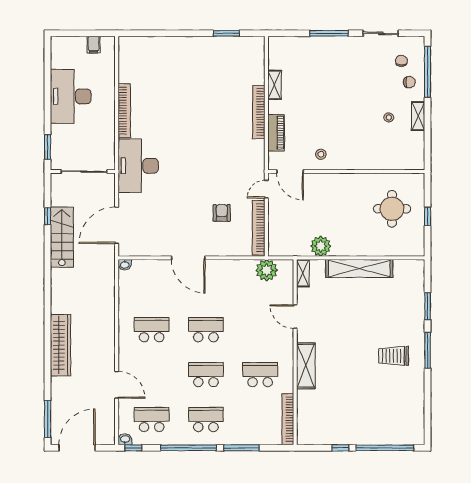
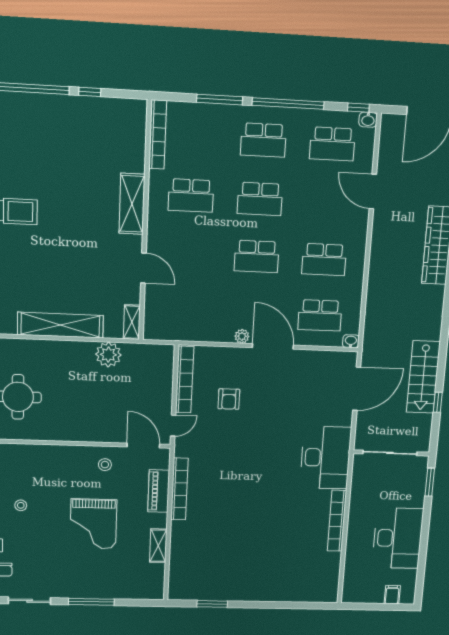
filing cabinet: (94, 45) -> (392, 595), moved
grand piano: (329, 103) -> (93, 524), added
bookcase: (259, 112) -> (179, 489), moved
plant: (267, 270) -> (242, 336), moved, width x0.53, depth x0.53
school desk: (152, 285) -> (320, 315), added

